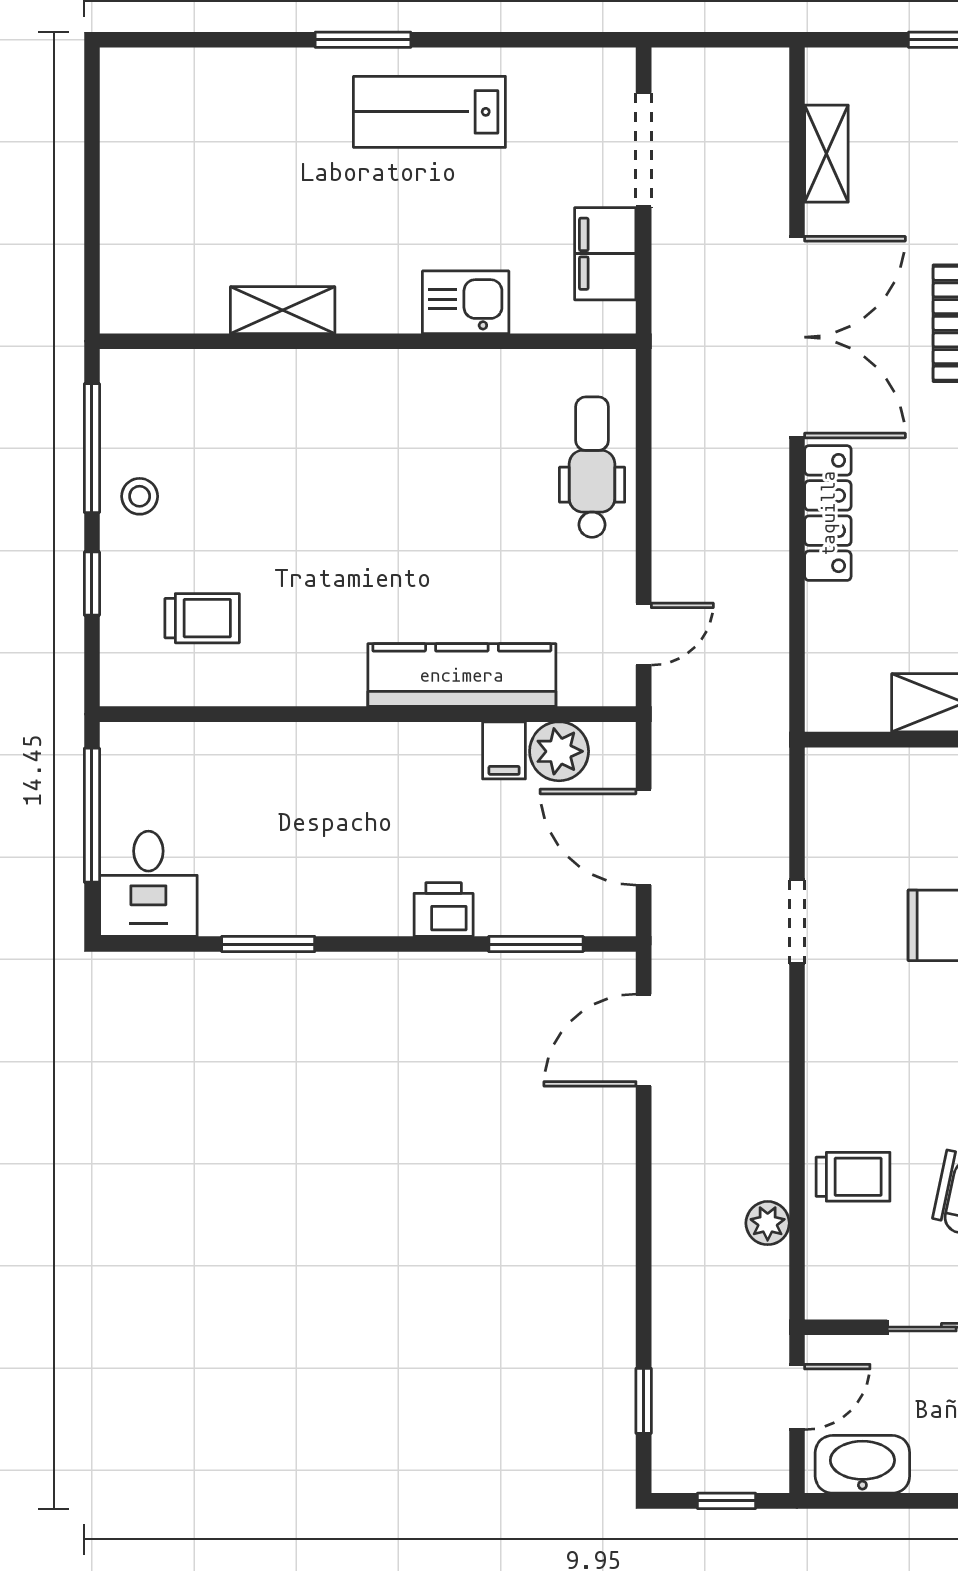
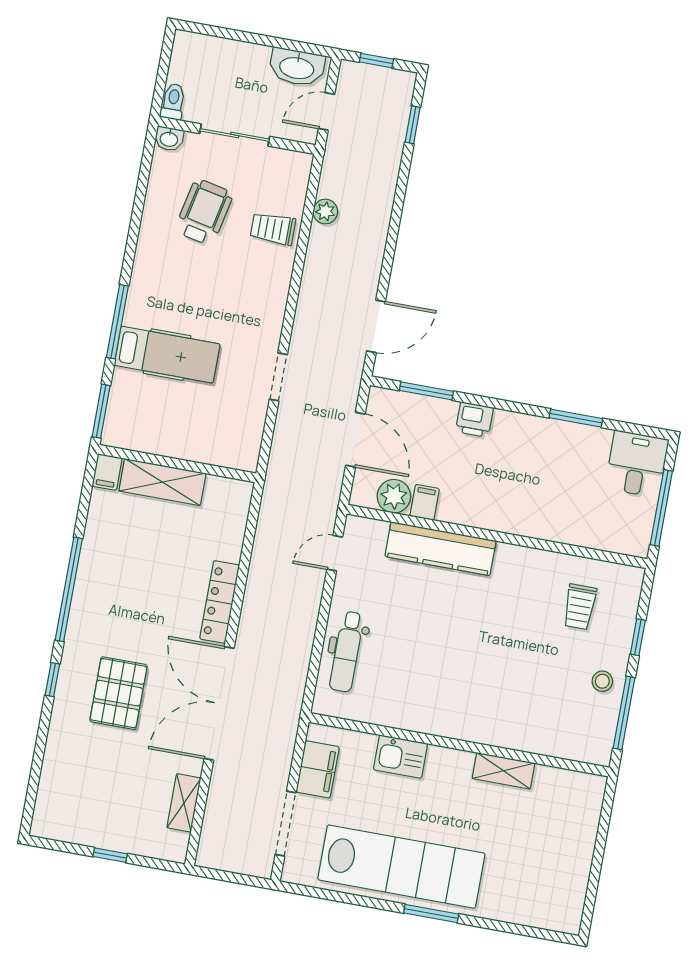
lab bench: (429, 112) -> (401, 867), width x1.86, depth x1.39
trolley: (202, 618) -> (580, 607), turned -90

